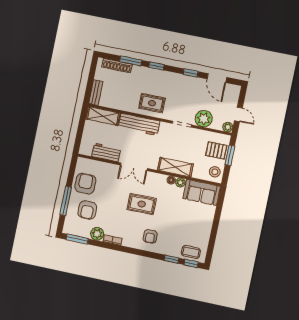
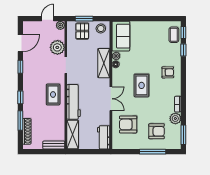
workbench: (106, 153) -> (104, 137), moved
armchair: (85, 184) -> (128, 124), moved

